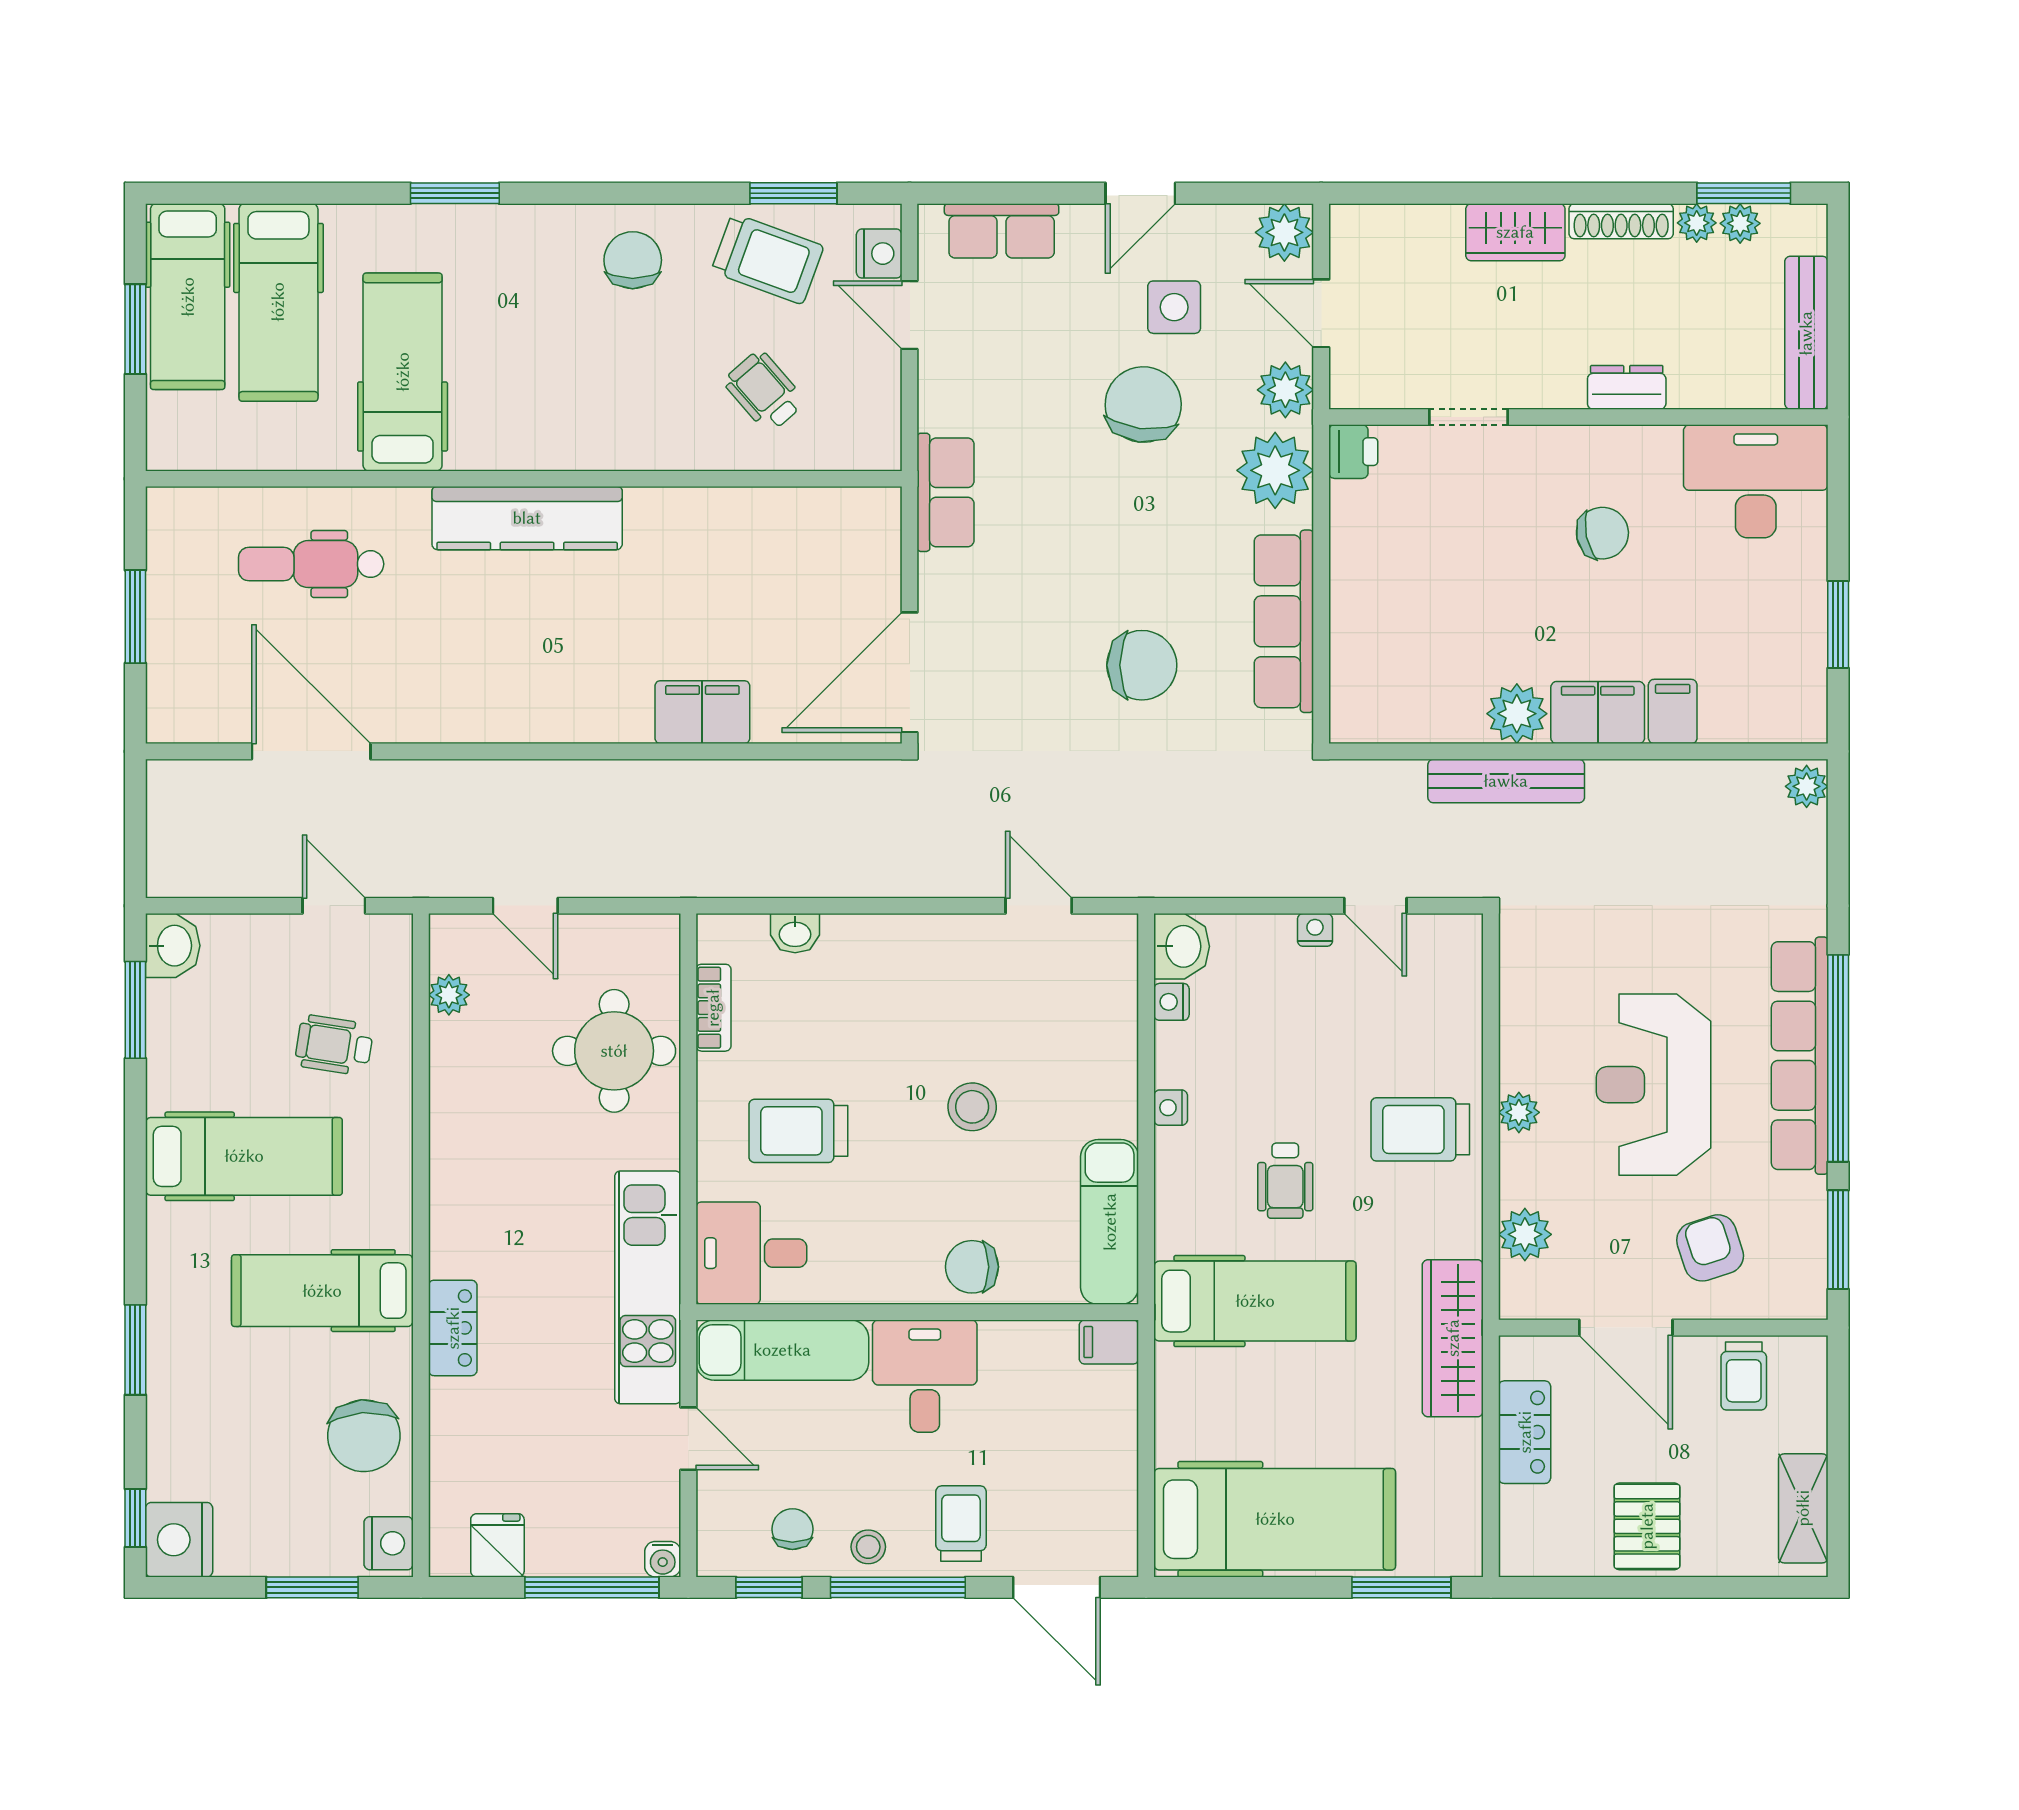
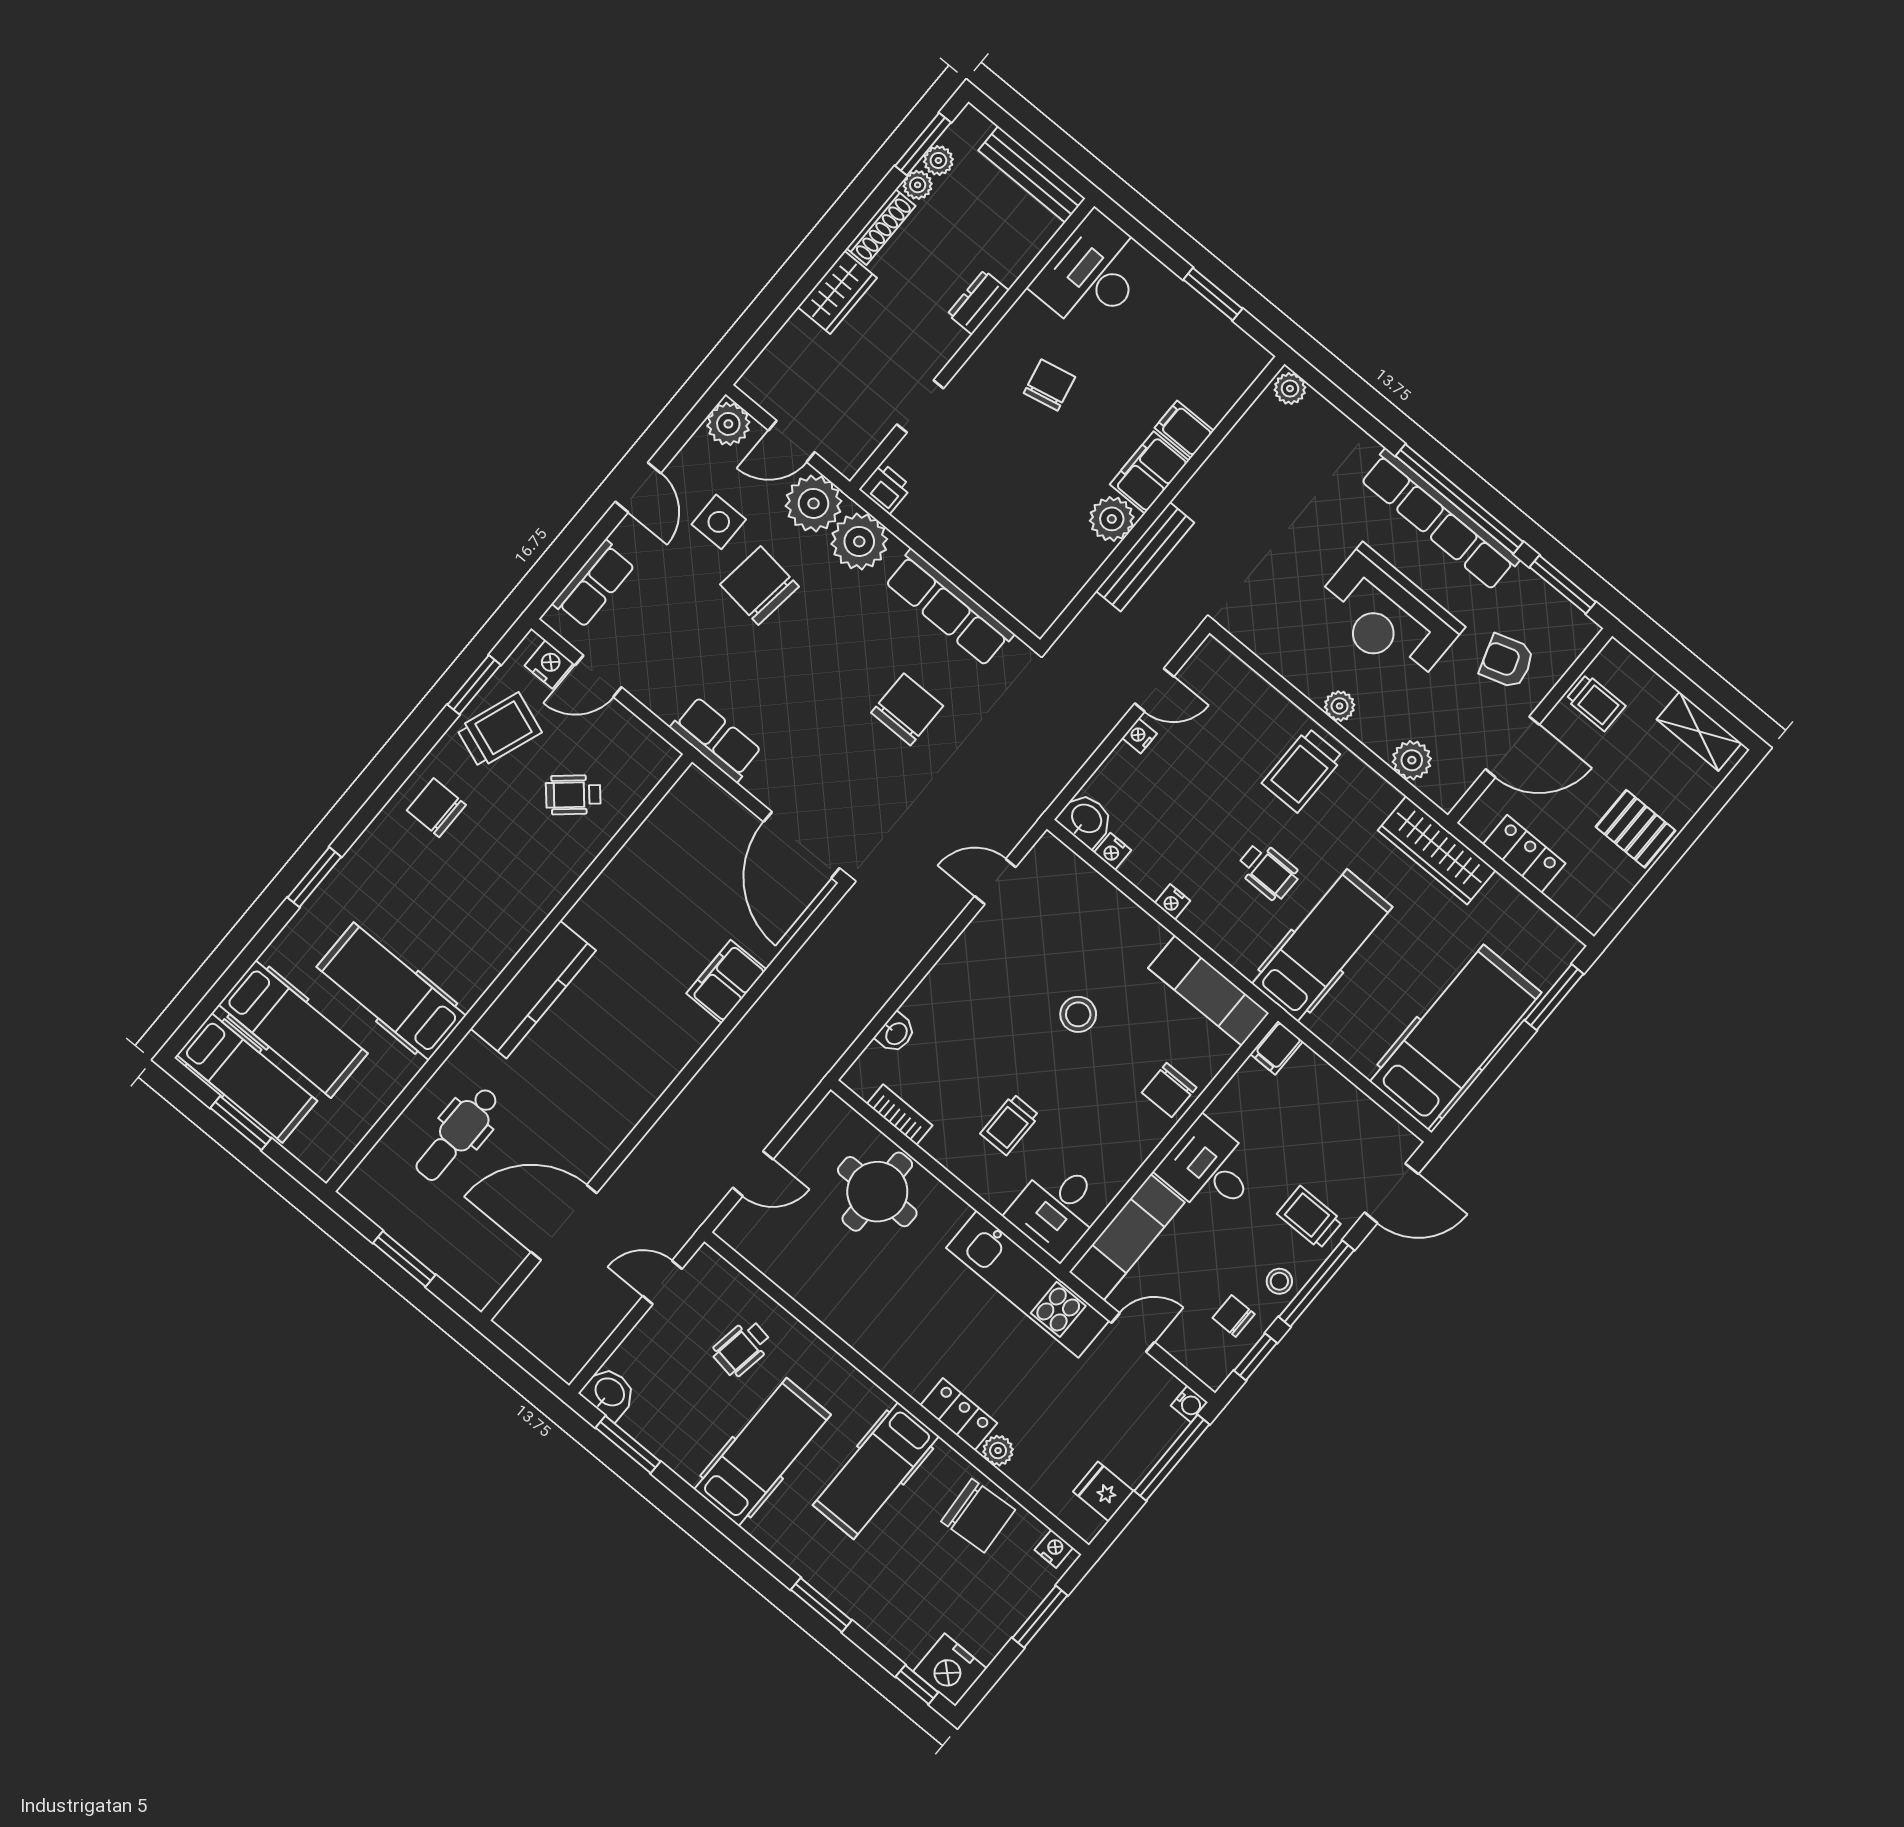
plant: (1285, 390) -> (813, 503), width x1.36, depth x1.36
plant: (449, 995) -> (998, 1451), moved
trolley: (798, 1131) -> (1010, 1125), width x0.73, depth x0.72
nightstand: (389, 1543) -> (1054, 1549), width x0.72, depth x0.74

